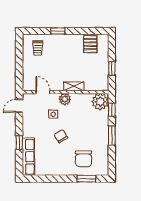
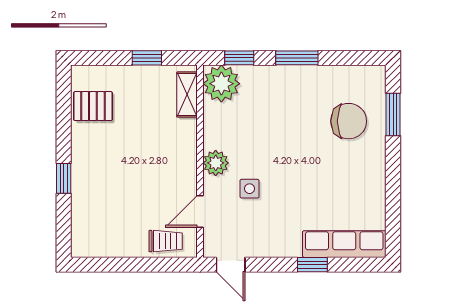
trolley: (38, 48) -> (166, 241), moved
shelving: (74, 86) -> (187, 95), moved
chair: (61, 136) -> (298, 172), removed

